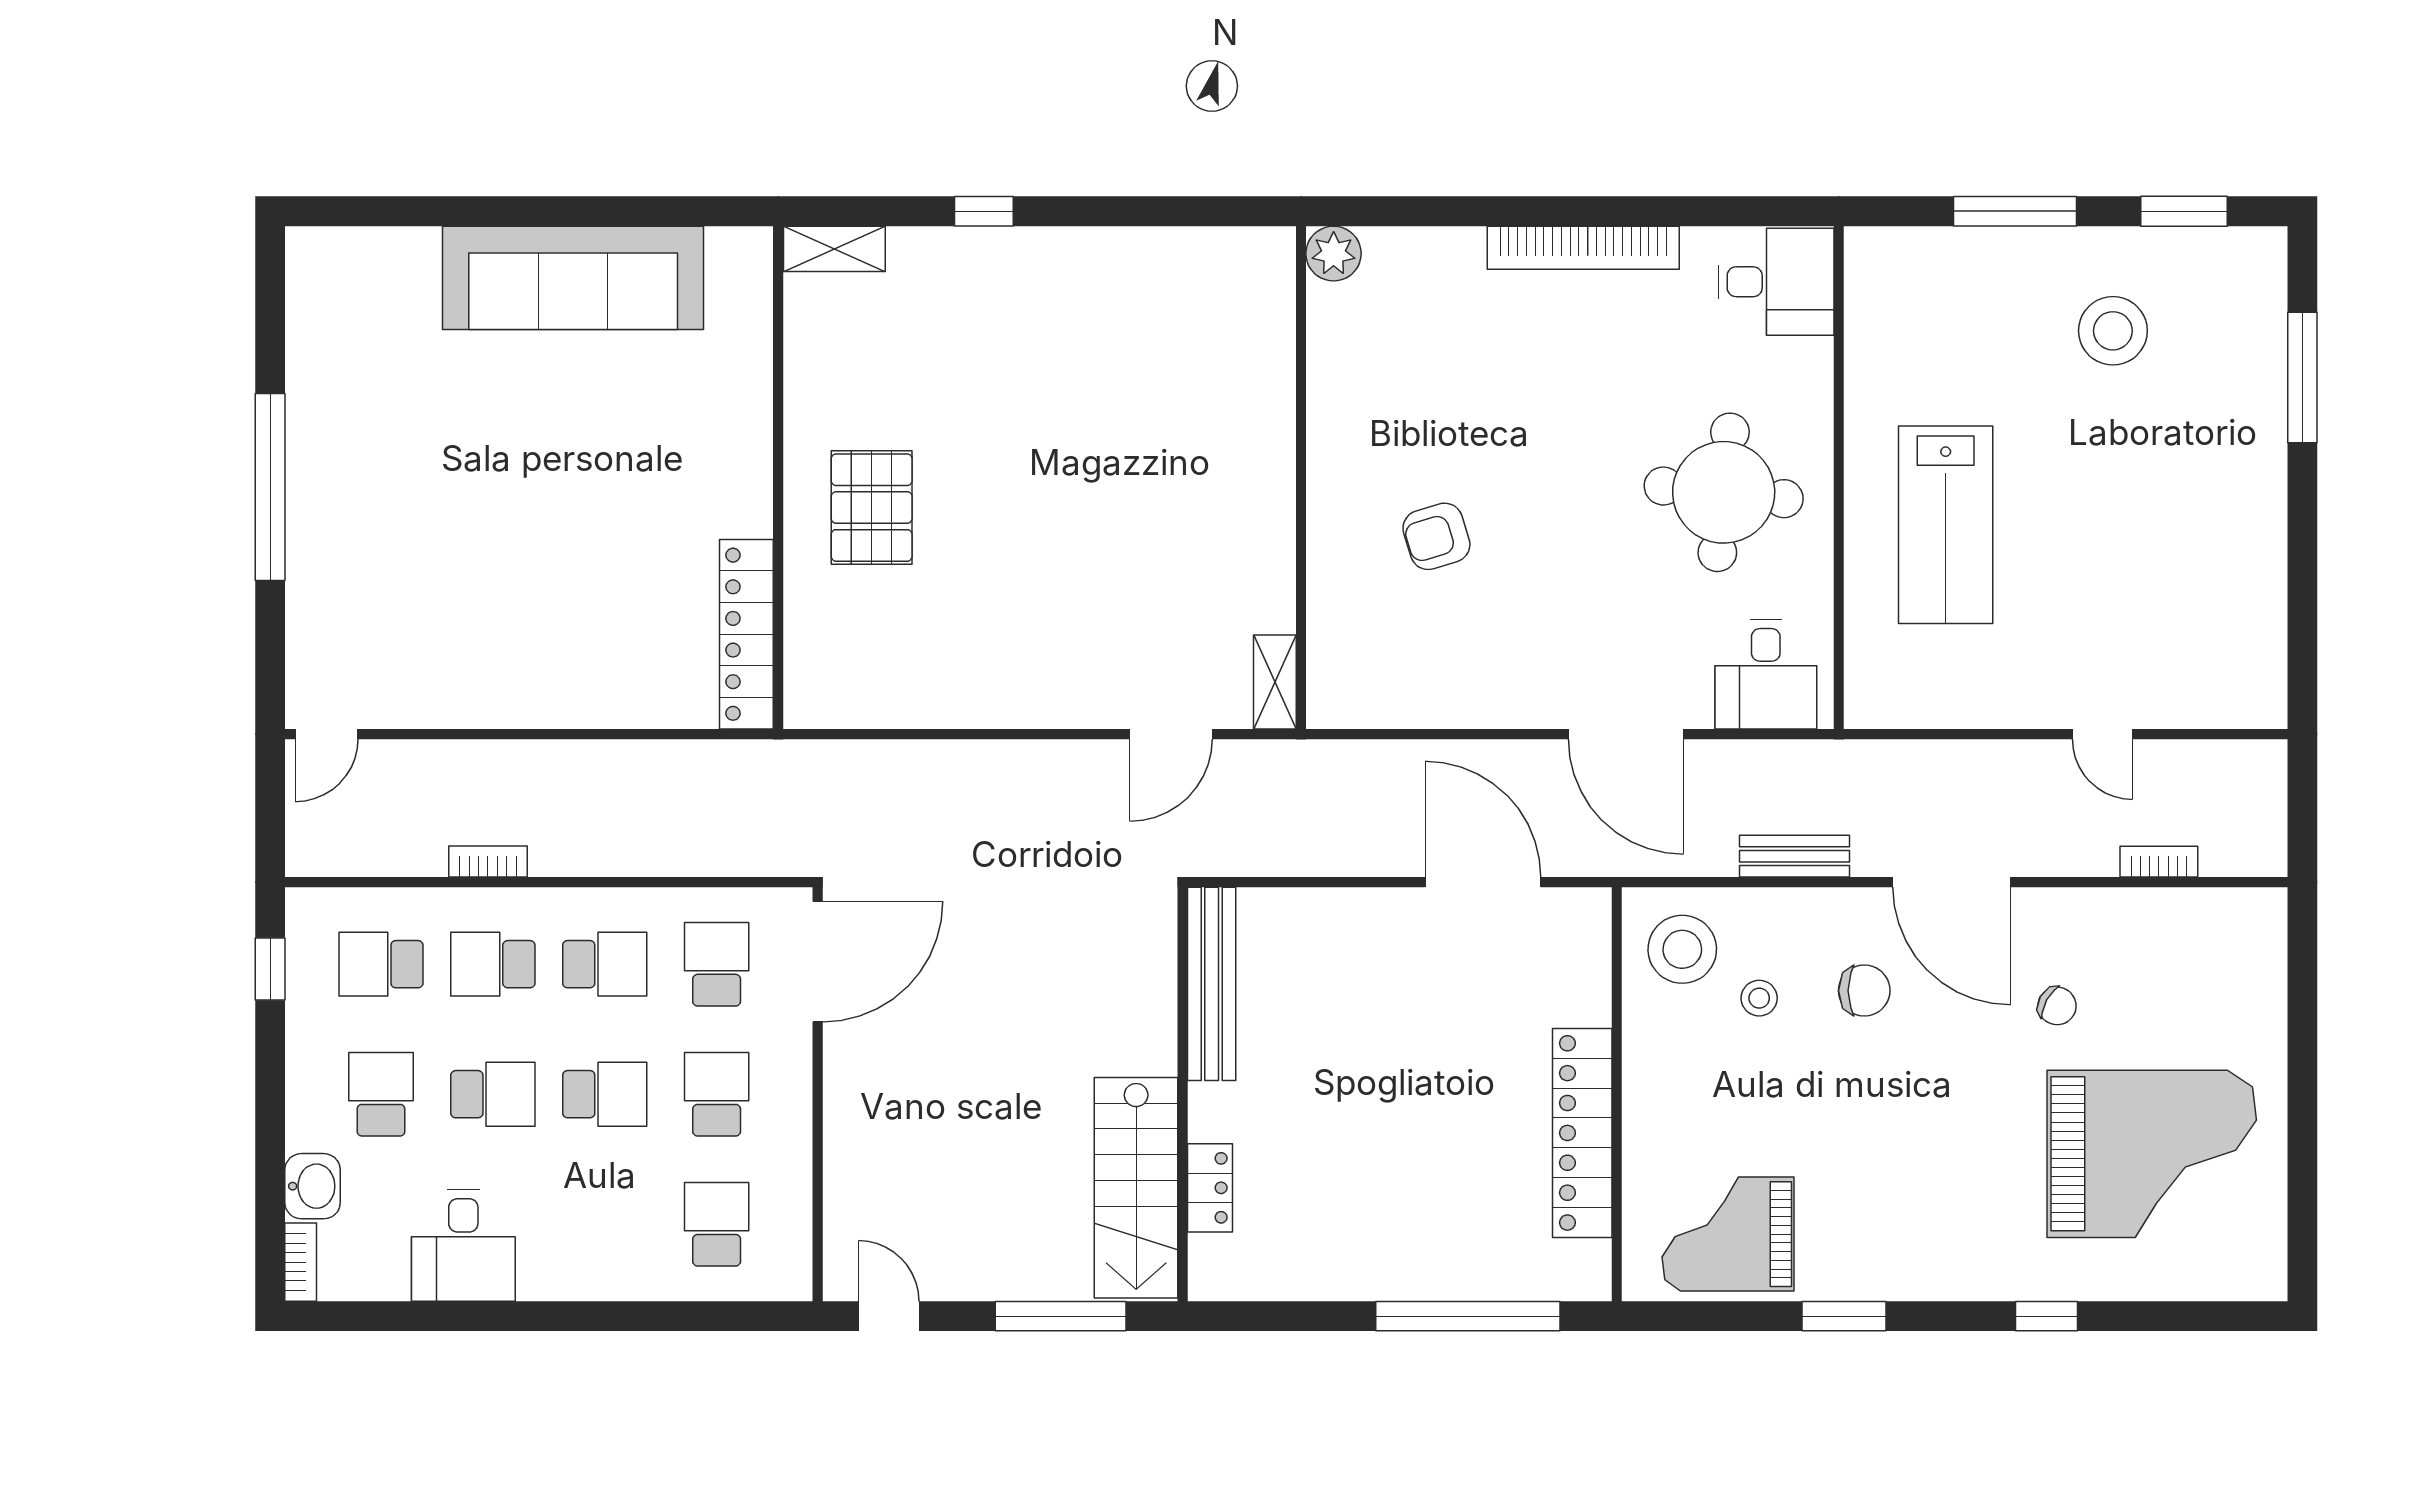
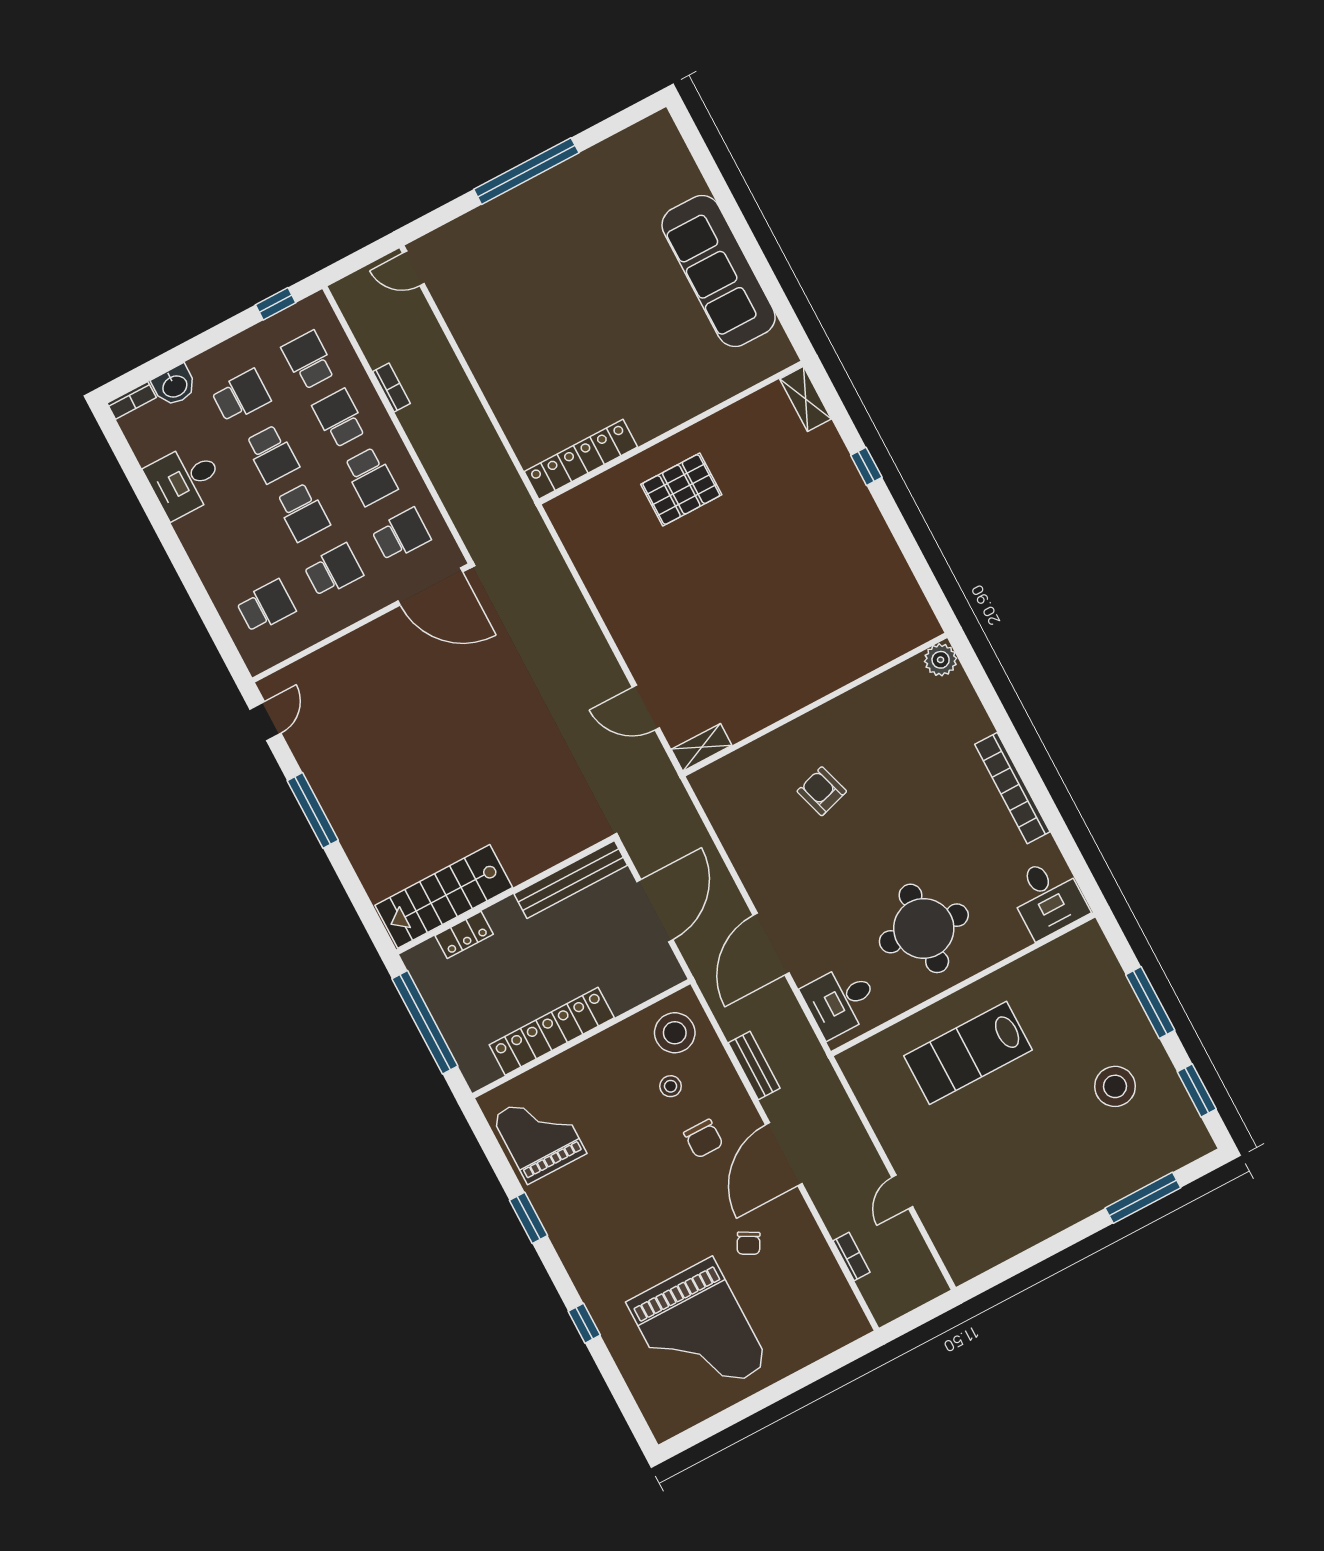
bench: (1212, 984) -> (571, 880), moved
wall: (1183, 1094) -> (505, 895), moved
stairs: (1136, 1188) -> (444, 896), moved
locker: (1210, 1188) -> (464, 935), moved

